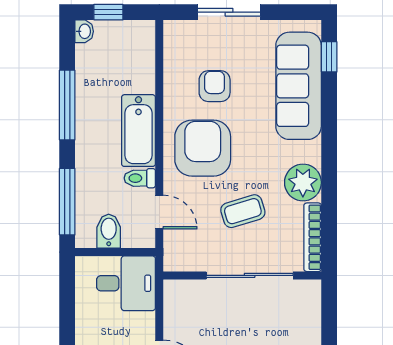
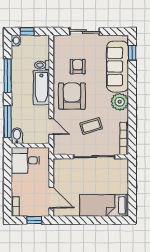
toilet: (140, 178) -> (42, 65), moved
plant: (303, 182) -> (120, 102), moved
bidet: (109, 231) -> (17, 136), moved
desk: (126, 283) -> (25, 160), moved, turned 180

